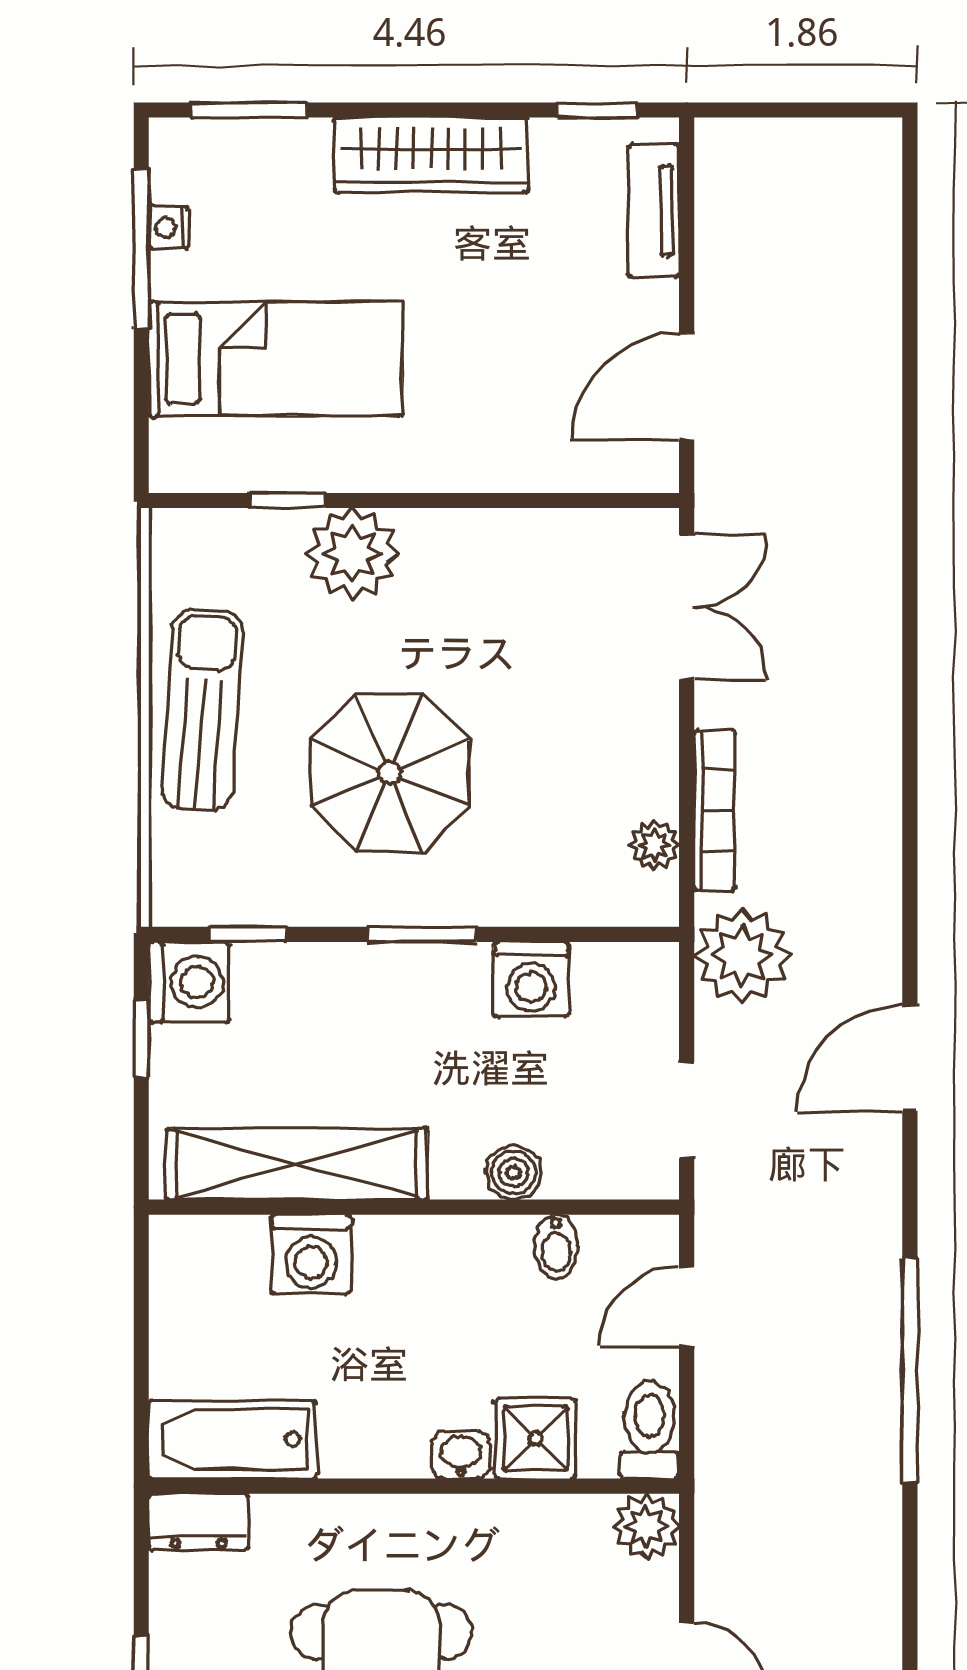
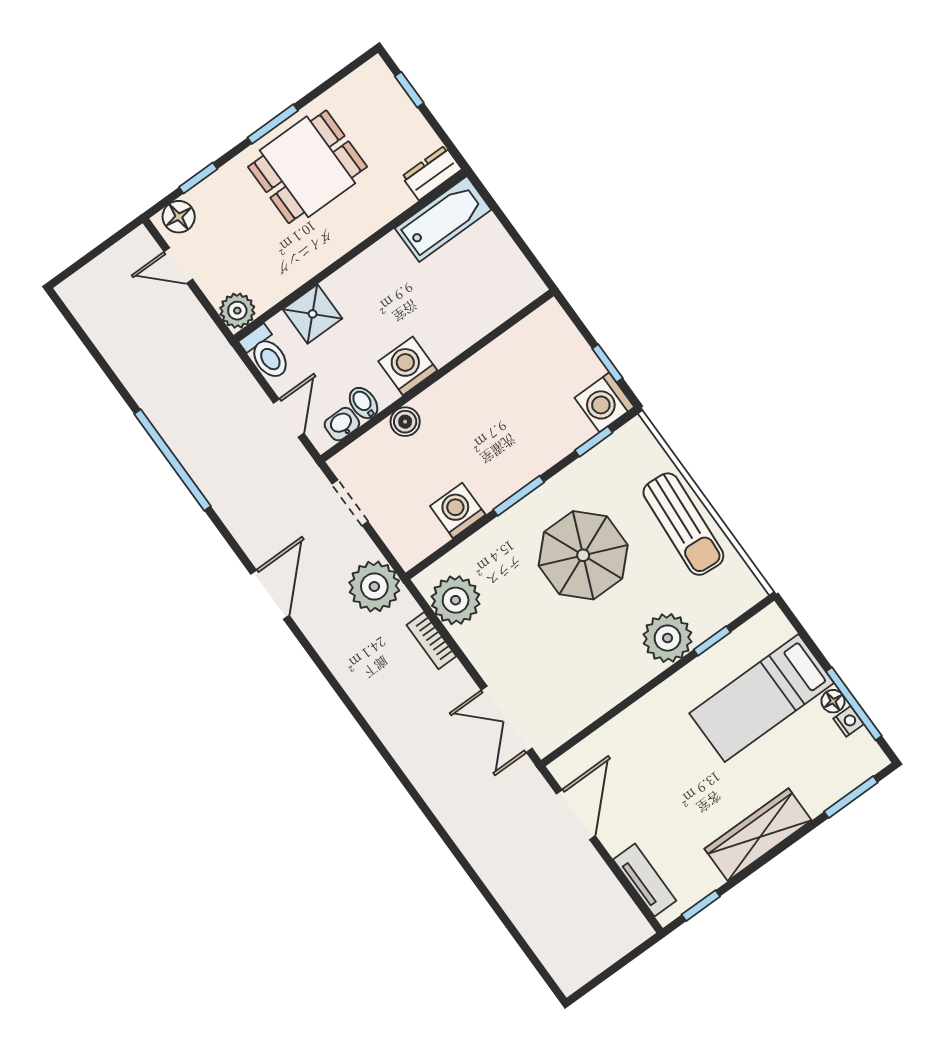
floor lamp: (170, 275) -> (833, 701), added
bookcase: (715, 810) -> (431, 641), width x0.64
plant: (655, 845) -> (456, 600), width x1.88, depth x1.88
shelving: (297, 1164) -> (501, 358), removed
washing machine: (311, 1254) -> (408, 366), moved
washbasin: (461, 1455) -> (342, 424), moved, turned 180

